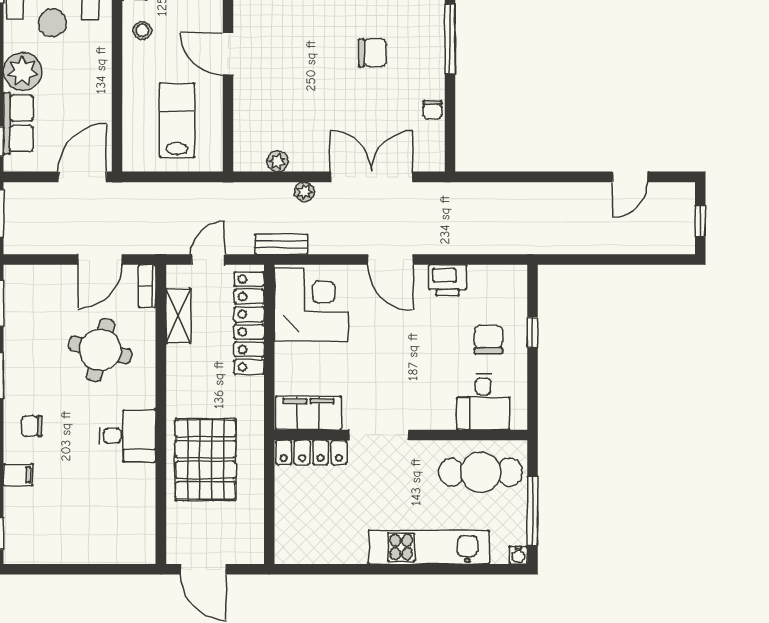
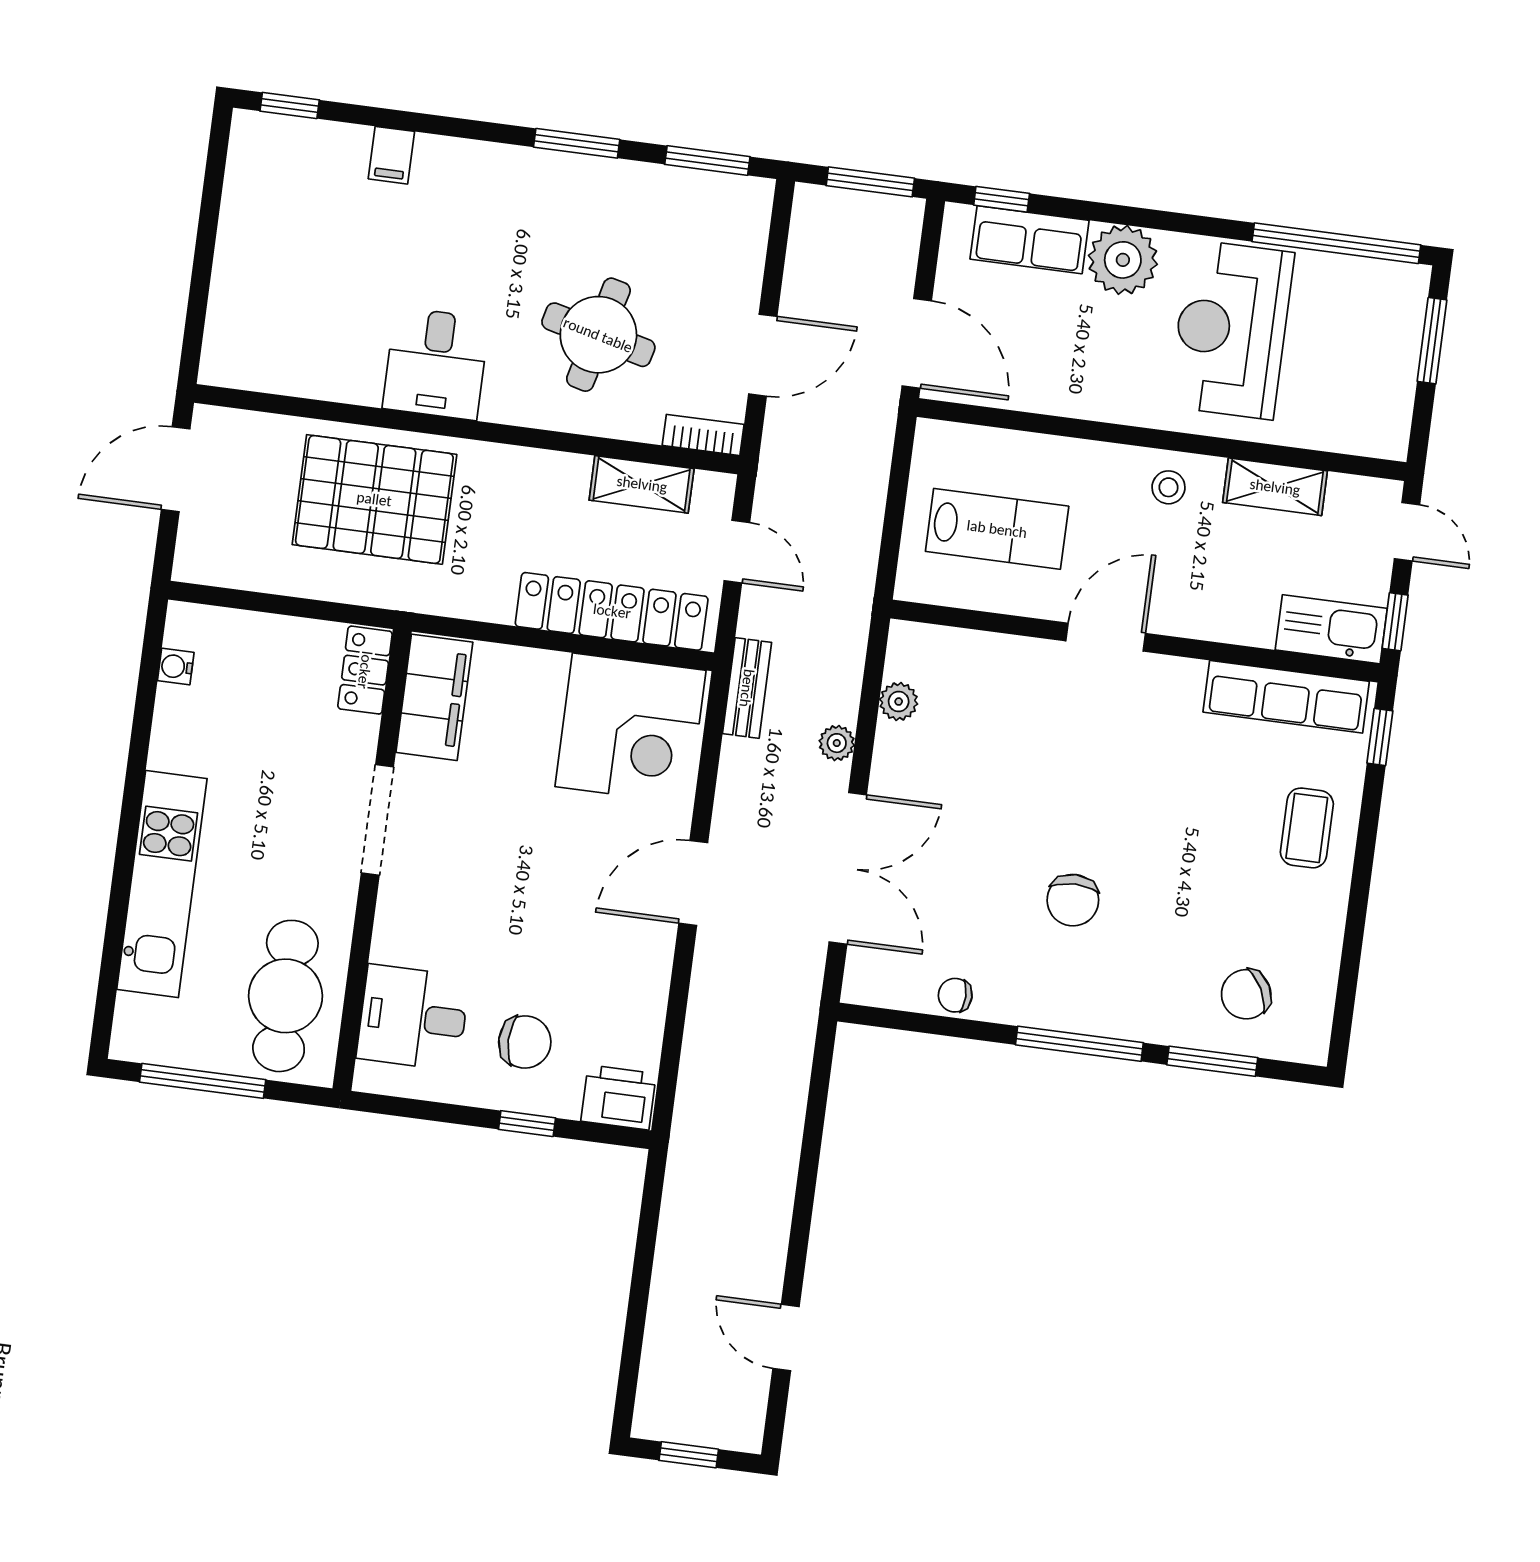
door: (100, 259) -> (763, 355), swing flipped
printer: (448, 280) -> (618, 1097), moved, turned 90
chair: (32, 426) -> (476, 192), removed
locker: (311, 452) -> (365, 670), width x0.66
water cooler: (518, 555) -> (176, 667), moved

